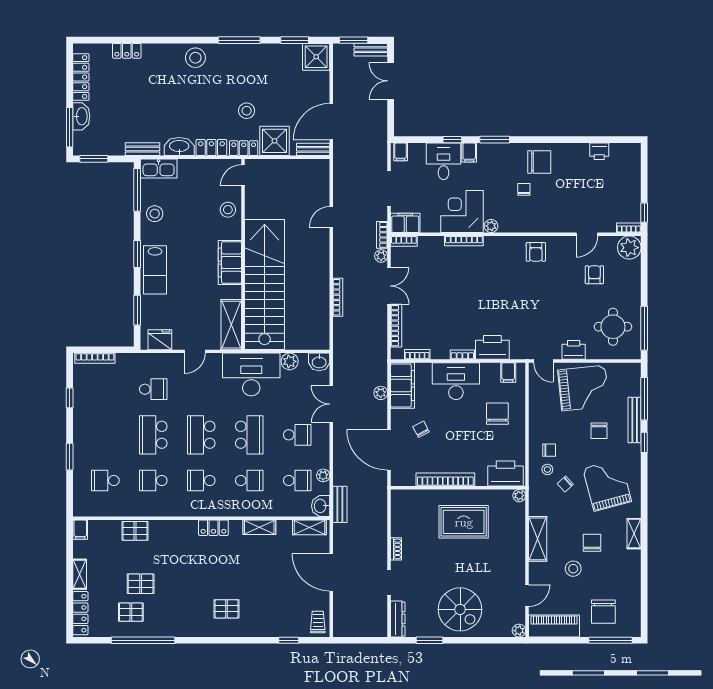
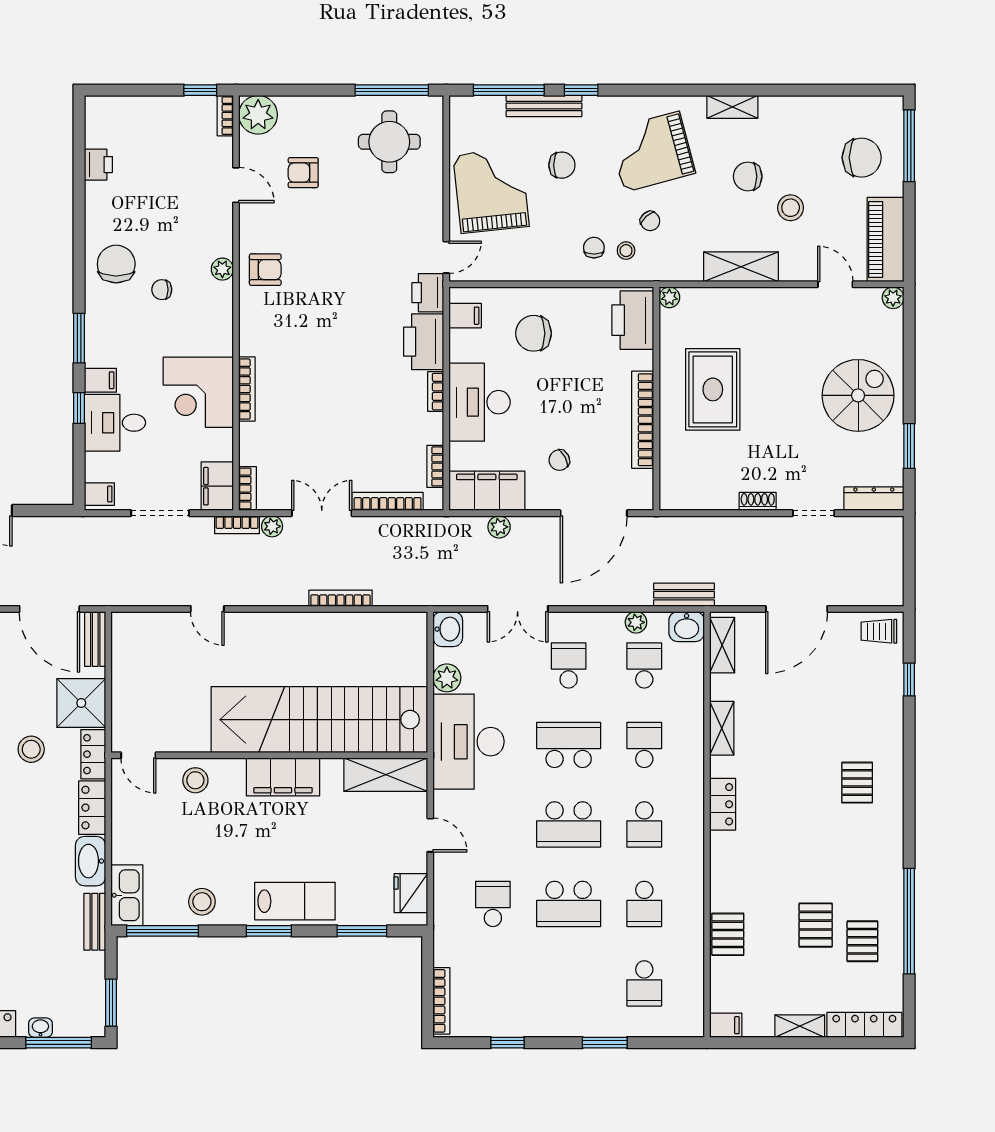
washbasin: (81, 116) -> (40, 1028), width x0.52, depth x0.69
plant: (491, 226) -> (222, 269), moved
printer: (574, 350) -> (428, 293), moved

